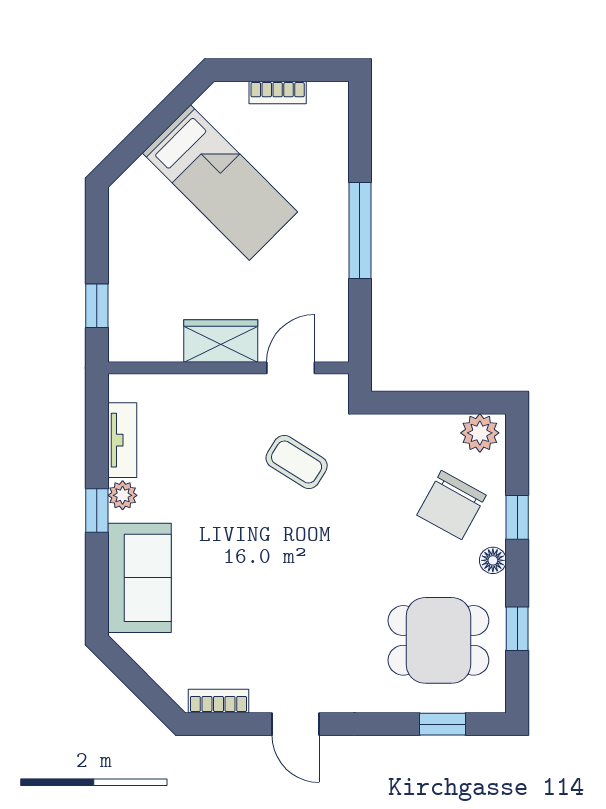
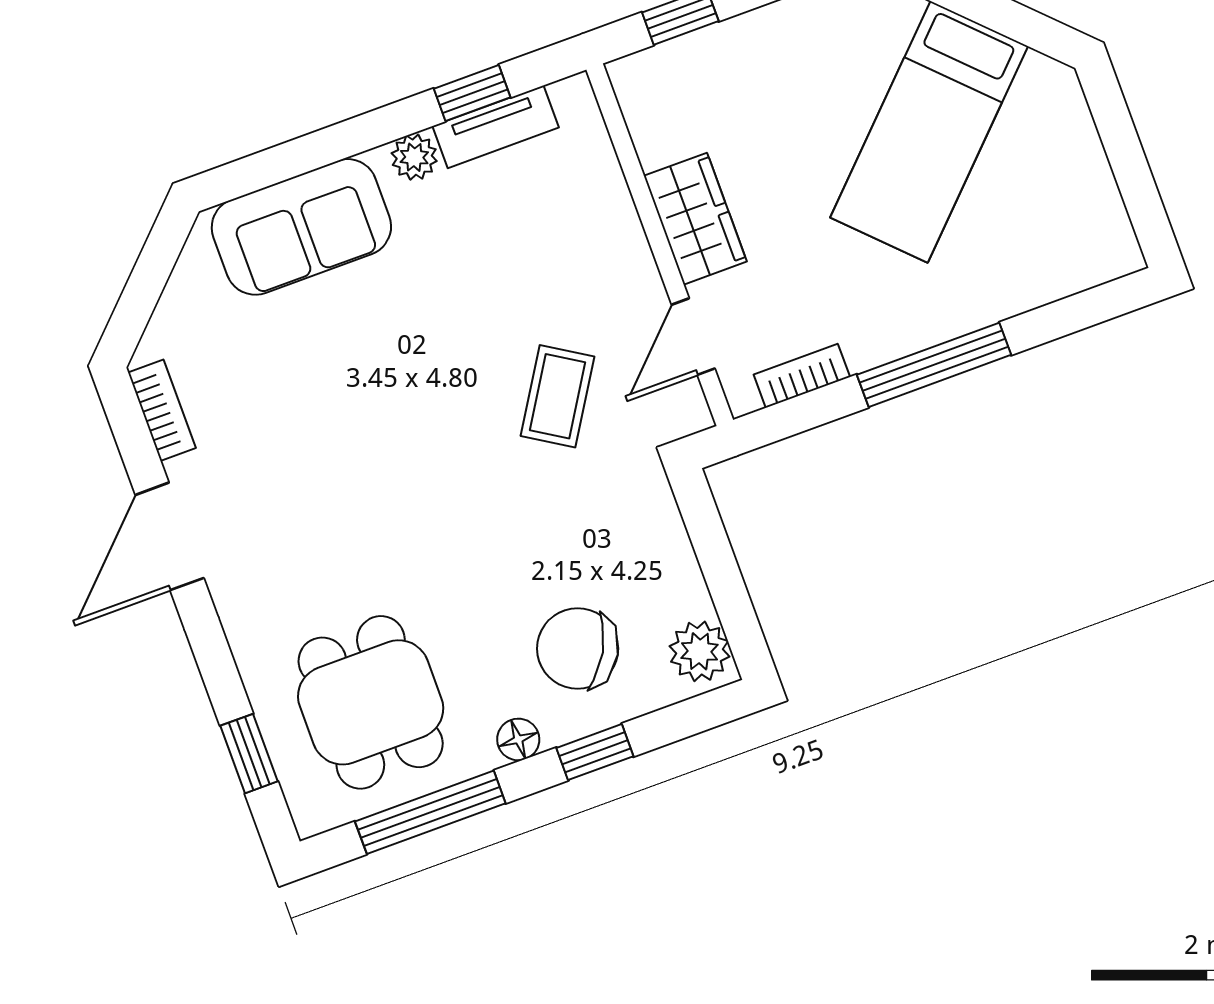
bookcase: (278, 92) -> (802, 376), moved, turned 90
door: (291, 368) -> (693, 337), swing flipped
window: (97, 510) -> (472, 93), moved
window: (517, 629) -> (430, 812), width x2.17
door: (295, 724) -> (170, 536), width x1.38

